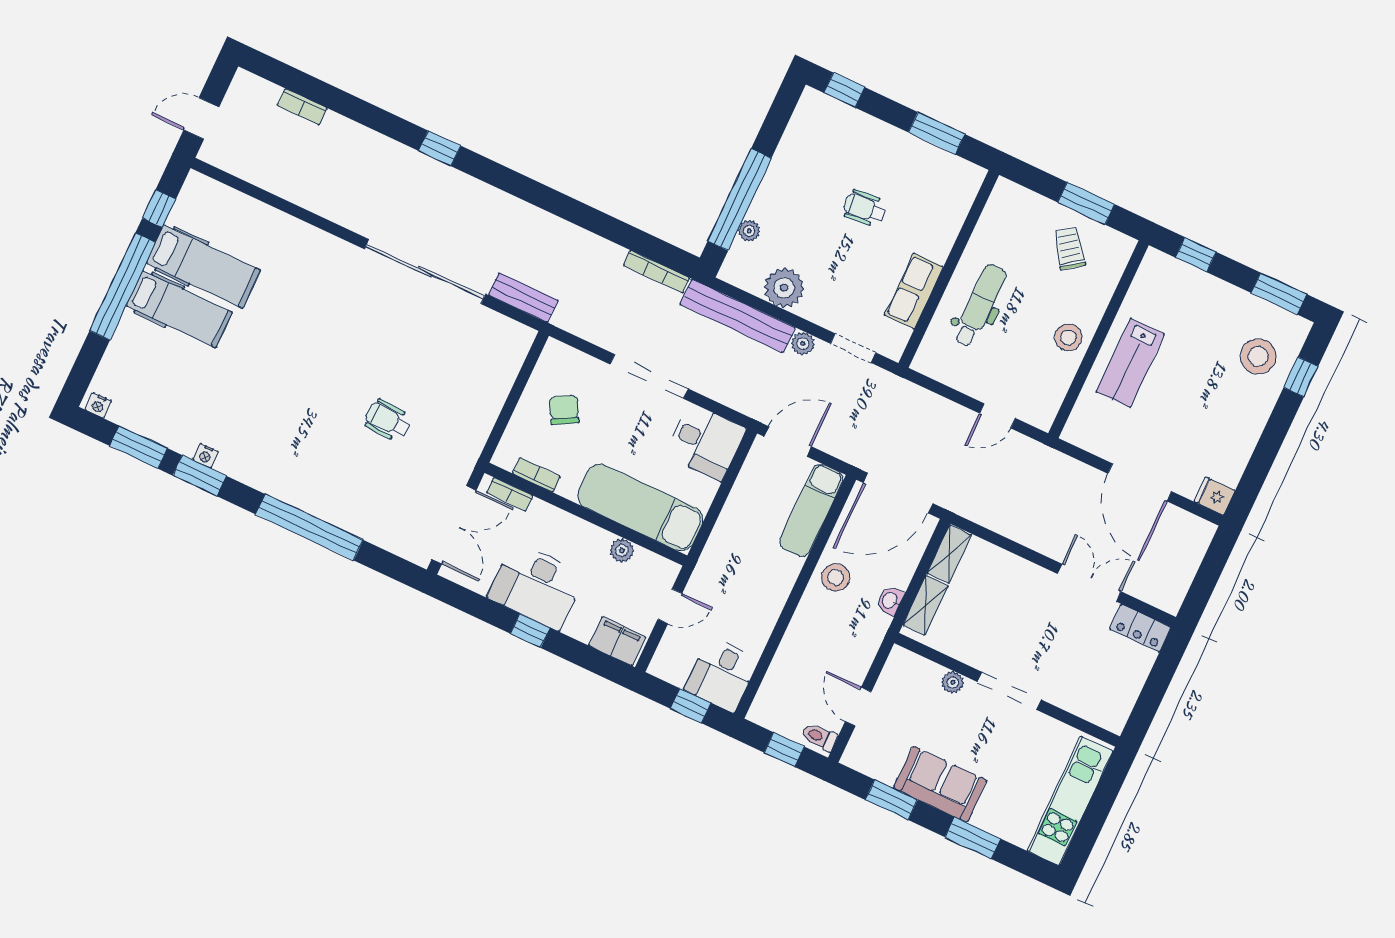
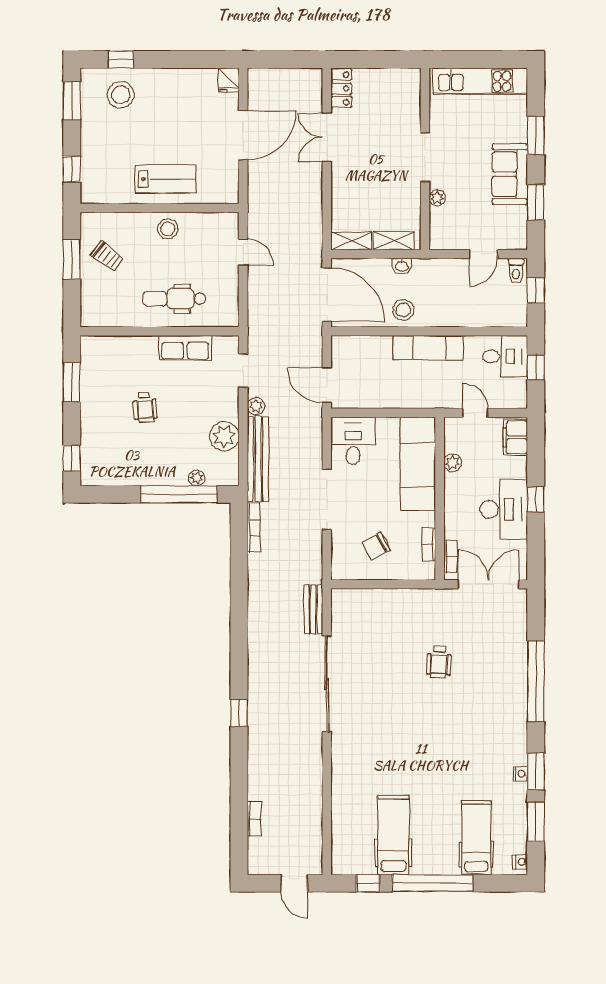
trolley: (1069, 248) -> (107, 256), turned -107
hospital bed: (179, 309) -> (476, 838), moved
exam couch: (811, 510) -> (428, 348), moved

